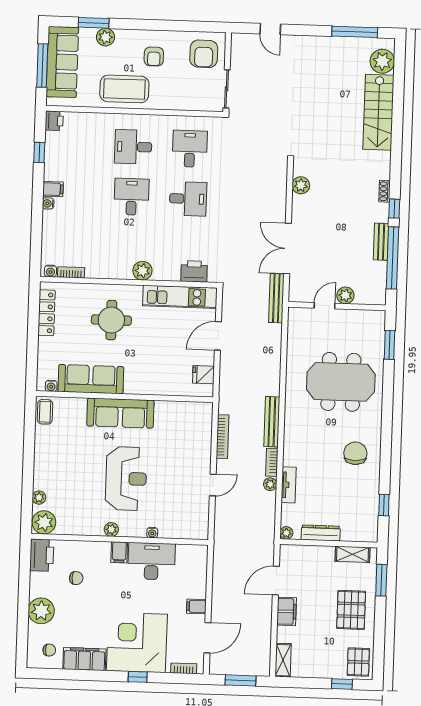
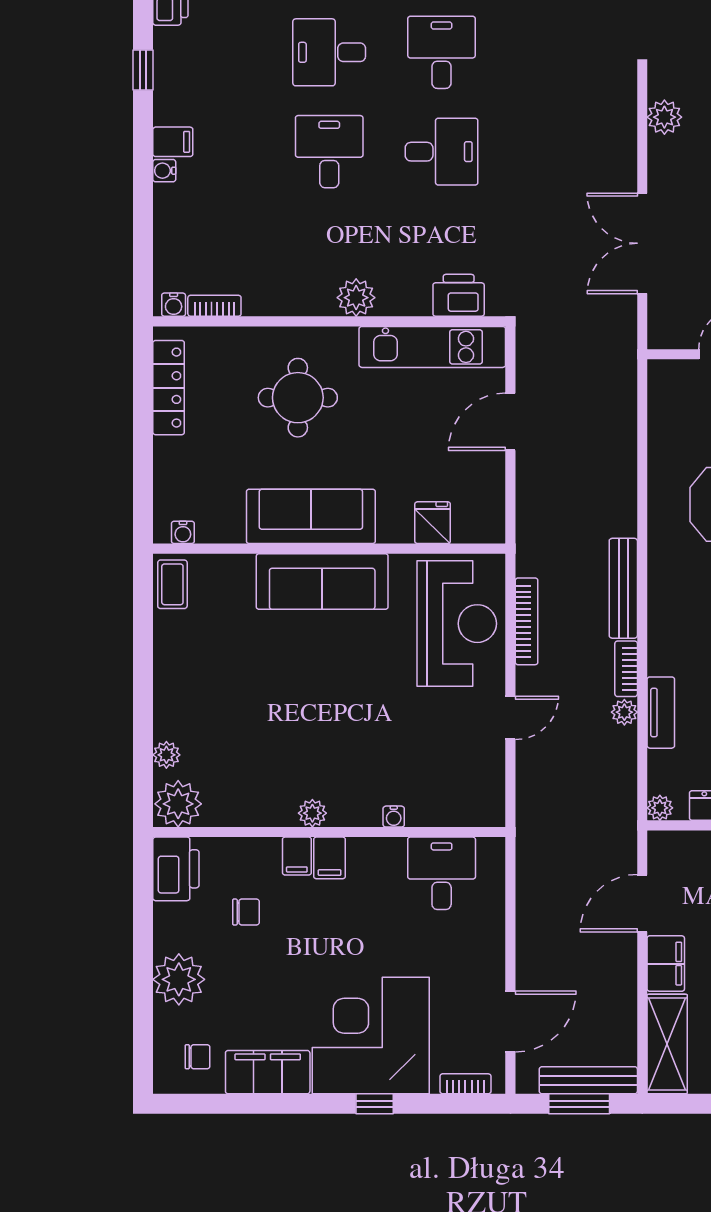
bench: (276, 298) -> (588, 1080), moved, turned 90
fridge: (204, 375) -> (433, 523), moved, turned 90
sofa: (91, 379) -> (311, 516), moved
reception desk: (126, 479) -> (457, 624), moved
desk: (151, 561) -> (442, 873), moved, width x0.73
filing cabinet: (196, 606) -> (297, 856), moved, turned -90
shelving: (283, 660) -> (667, 1044), width x1.50, depth x1.33

